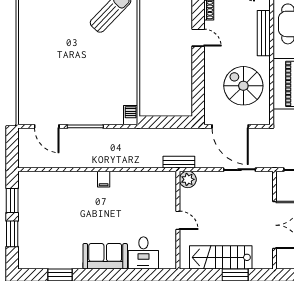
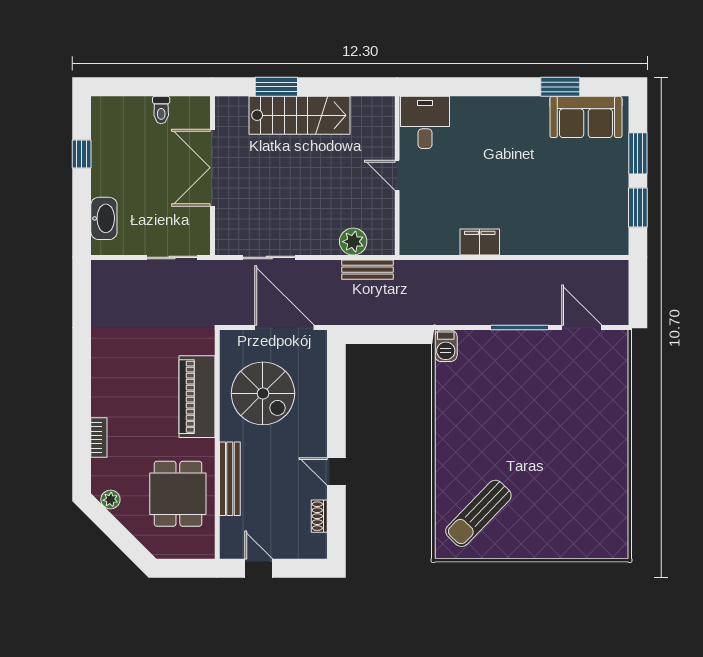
filing cabinet: (104, 179) -> (480, 242), width x2.00
door: (178, 220) -> (397, 175), moved
wall: (178, 220) -> (397, 176), moved
sofa: (105, 256) -> (586, 117), moved

